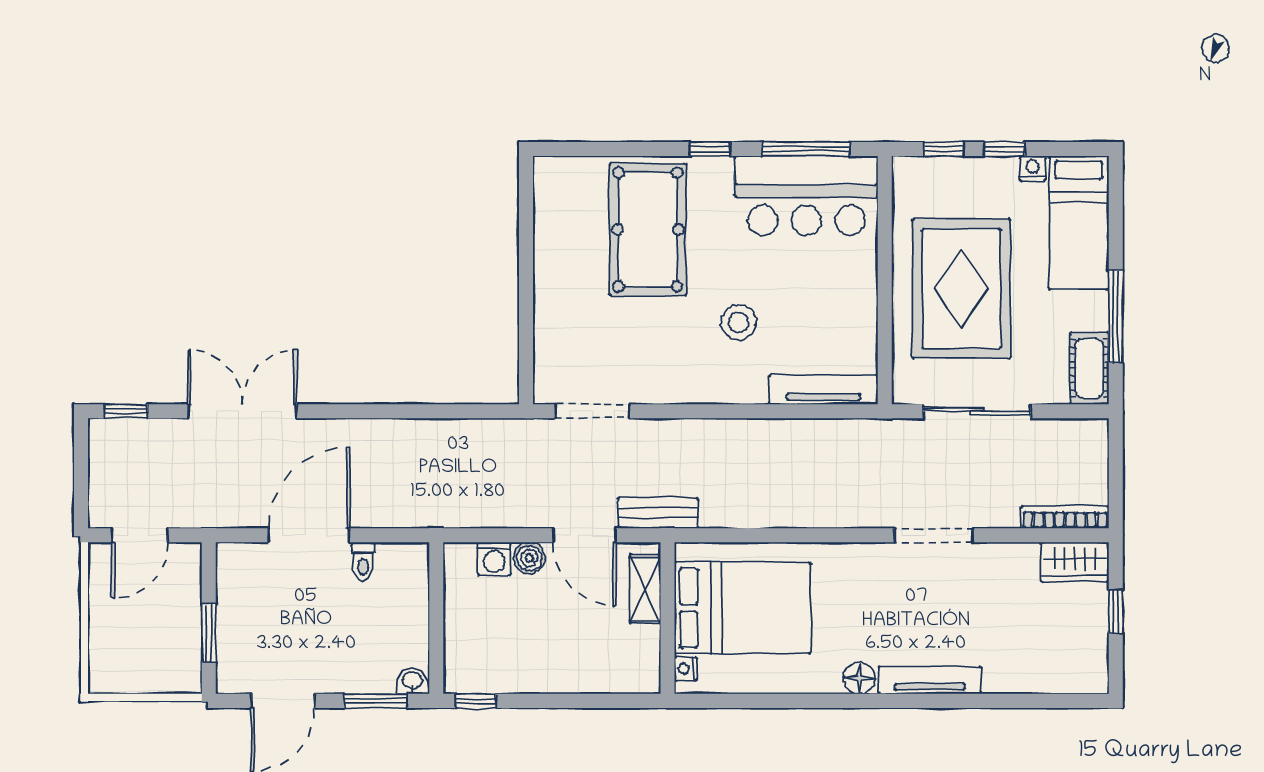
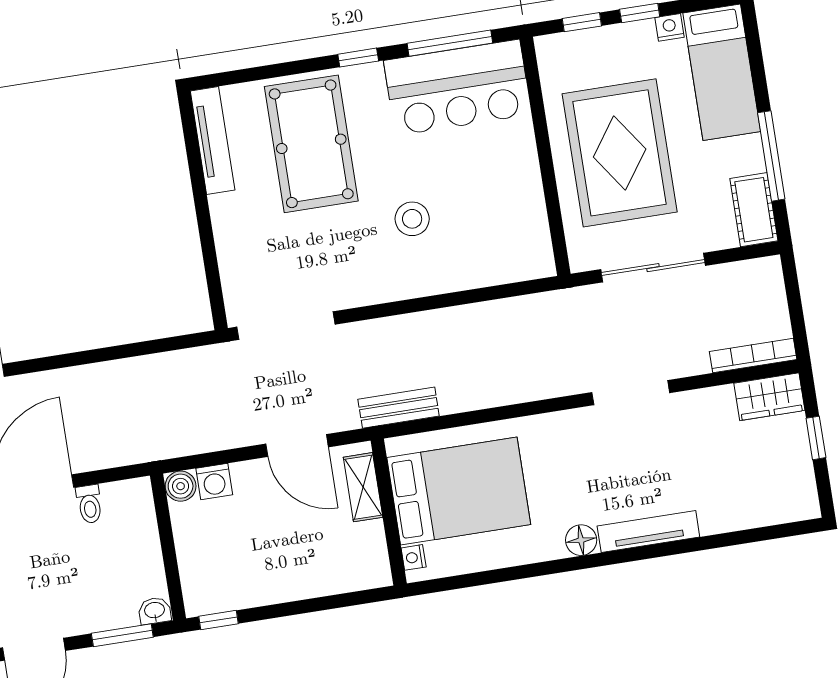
tv unit: (824, 390) -> (213, 141), moved, turned 90
doorway: (593, 411) -> (286, 326), width x1.36
bench: (658, 513) -> (399, 408), moved
boiler: (529, 558) -> (181, 486), moved

